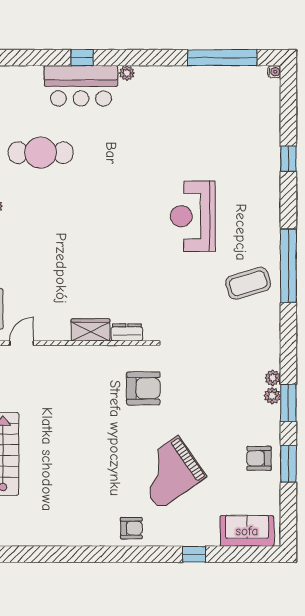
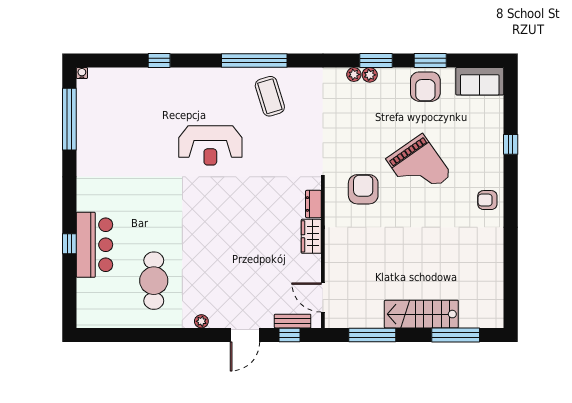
plant: (127, 73) -> (83, 204), removed
door: (22, 343) -> (323, 298), width x1.37
armchair: (259, 458) -> (425, 87), width x1.38, depth x1.38
grand piano: (169, 473) -> (419, 167), moved
armchair: (131, 528) -> (487, 200), turned -90
sofa: (247, 531) -> (480, 81), moved, turned -90

